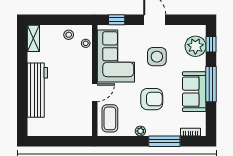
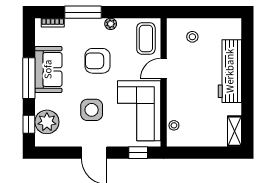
stool: (69, 35) -> (192, 37), moved

